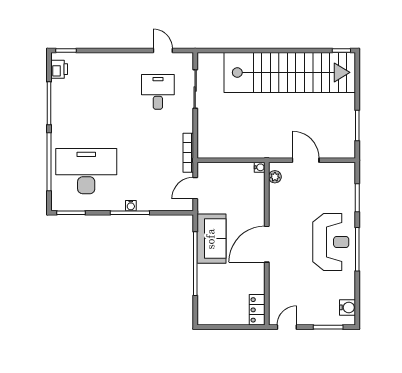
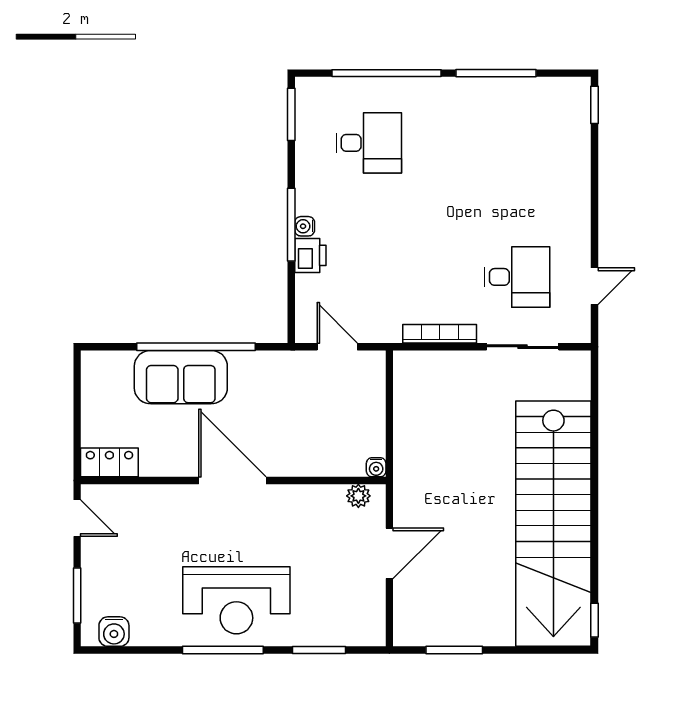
printer: (59, 69) -> (310, 255), moved, turned -90
bookcase: (188, 153) -> (440, 334), moved
desk: (86, 171) -> (369, 143), width x0.53, depth x0.77
sofa: (211, 239) -> (181, 377), moved

